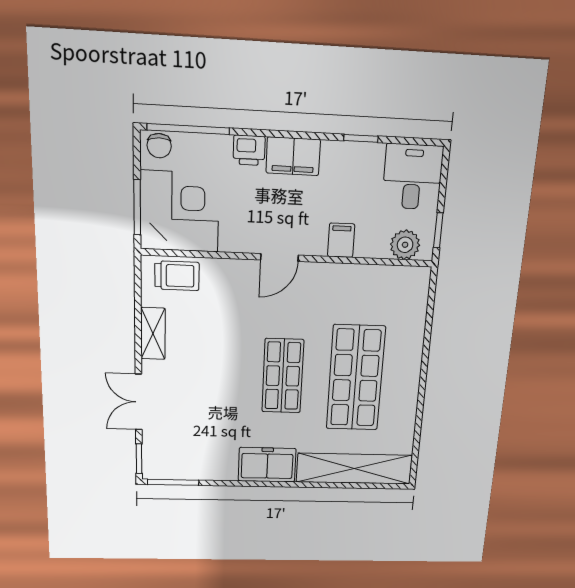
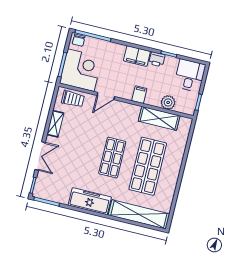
printer: (249, 150) -> (157, 59), moved
filing cabinet: (341, 240) -> (139, 95), moved
plant: (405, 245) -> (168, 102), moved
door: (279, 257) -> (106, 96), moved
shelving: (363, 280) -> (159, 118), added
double door: (139, 402) -> (40, 156), swing flipped
freezer: (267, 465) -> (90, 201), width x1.40

